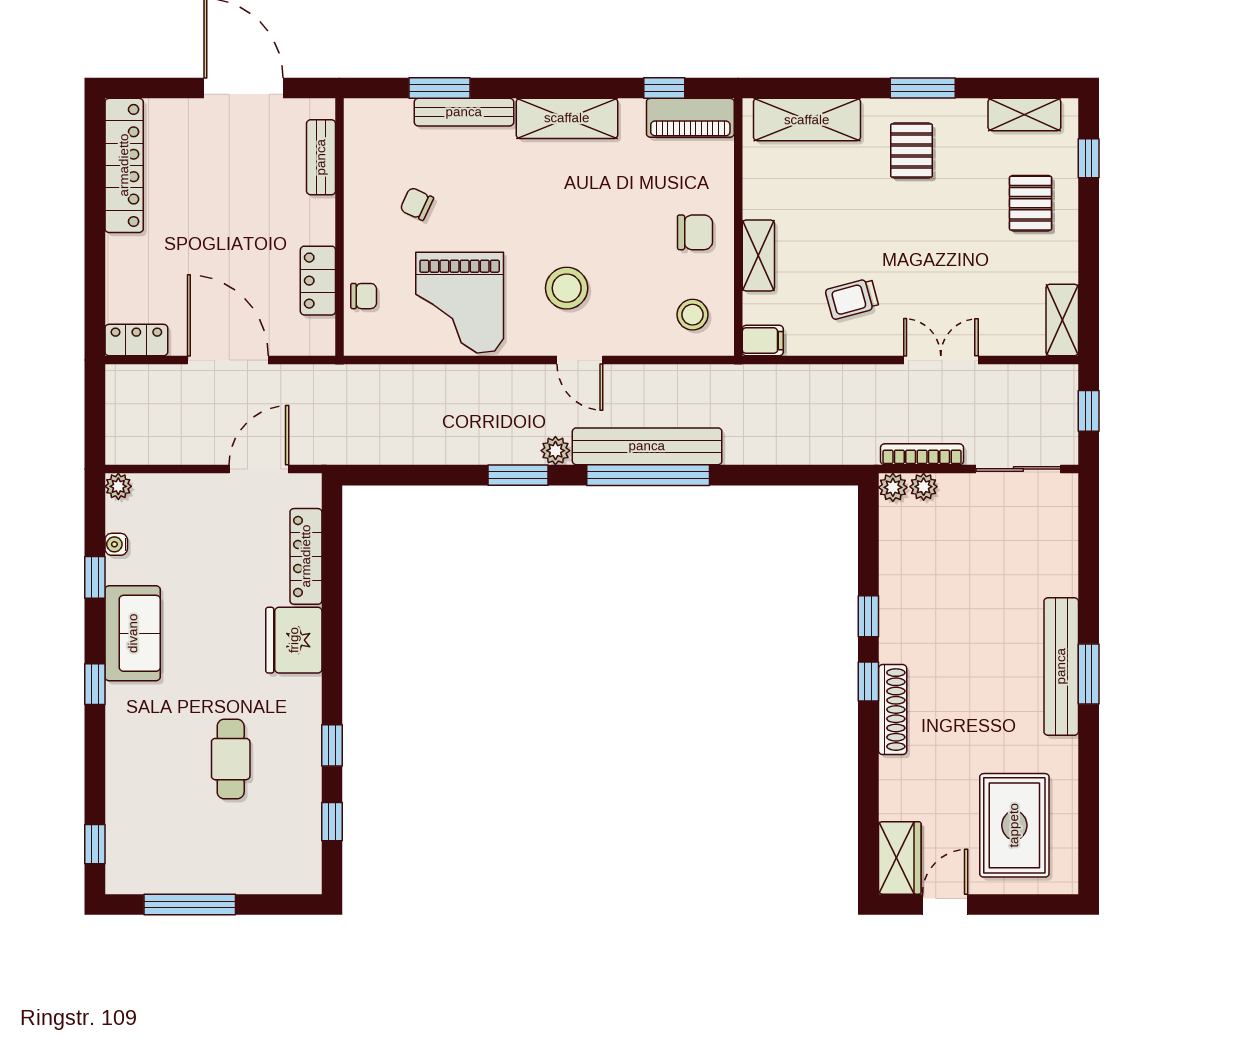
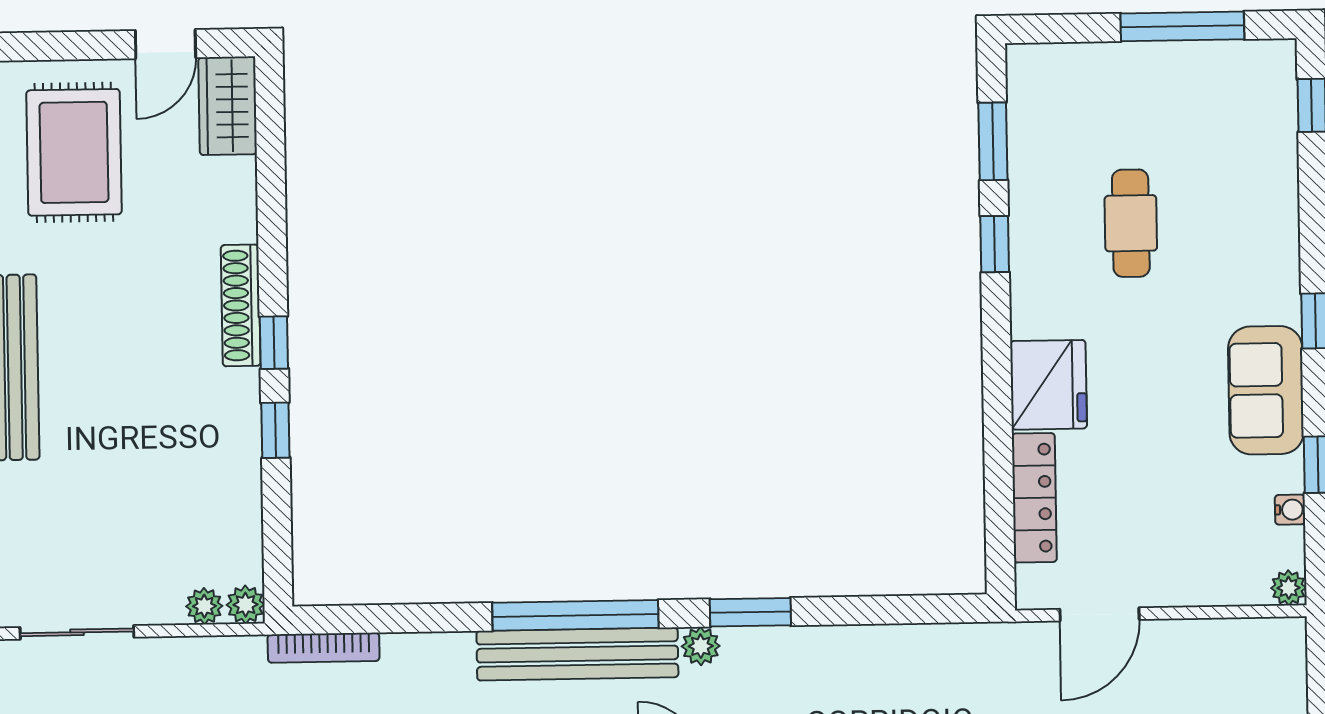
bookcase: (922, 454) -> (324, 648), moved
window: (332, 822) -> (993, 141), width x1.50

